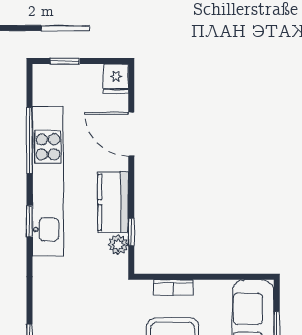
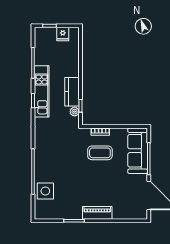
fridge: (116, 79) -> (63, 34), moved
door: (131, 134) -> (81, 60), removed
kitchen unit: (48, 181) -> (42, 91), width x0.73

